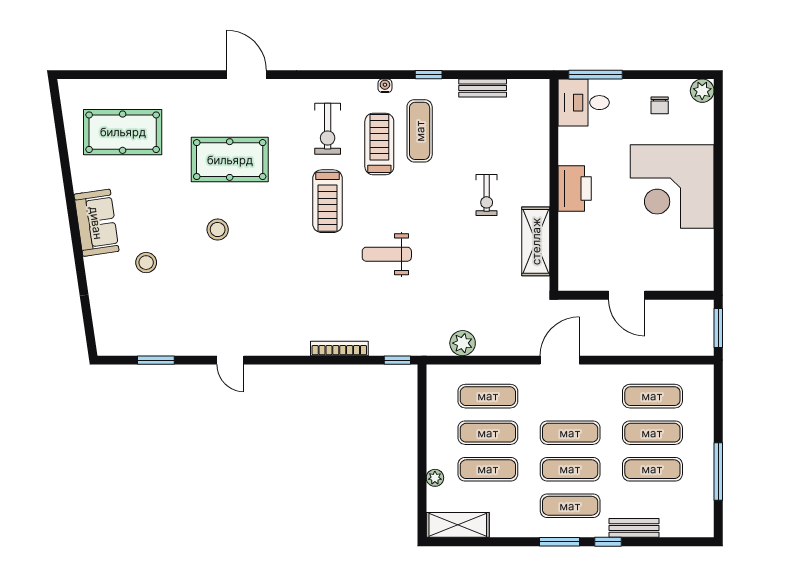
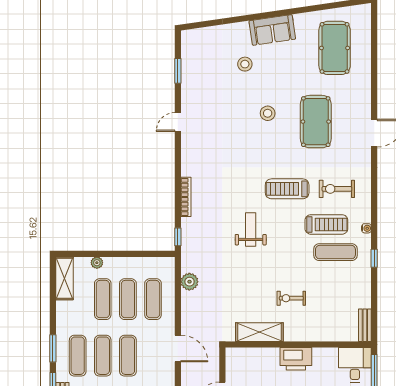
bench: (483, 88) -> (365, 325), moved

